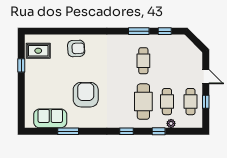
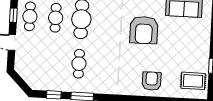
armchair: (76, 48) -> (152, 81), turned 93

